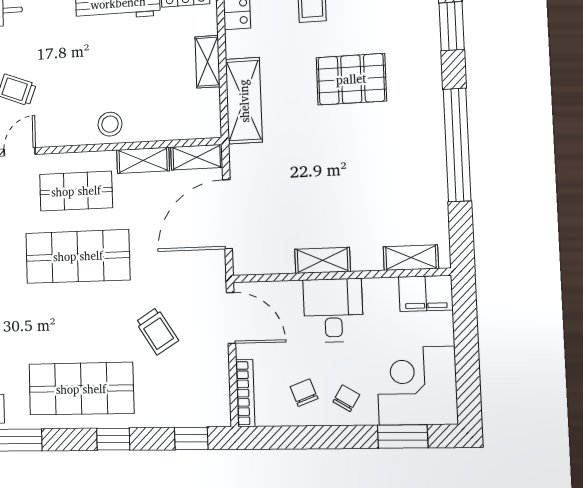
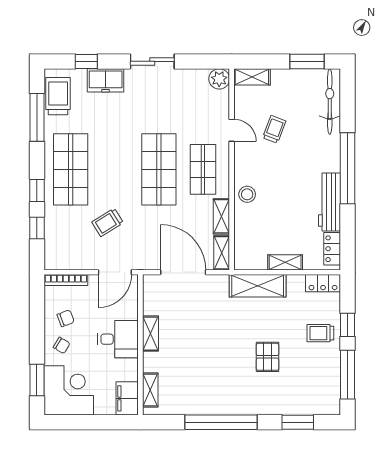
pallet: (351, 79) -> (267, 357), width x0.67, depth x0.71
window: (191, 438) -> (37, 228), moved

